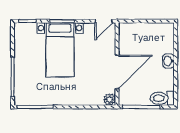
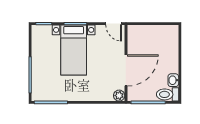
door: (104, 21) -> (114, 24), hinge flipped
washbasin: (168, 61) -> (173, 80), moved

